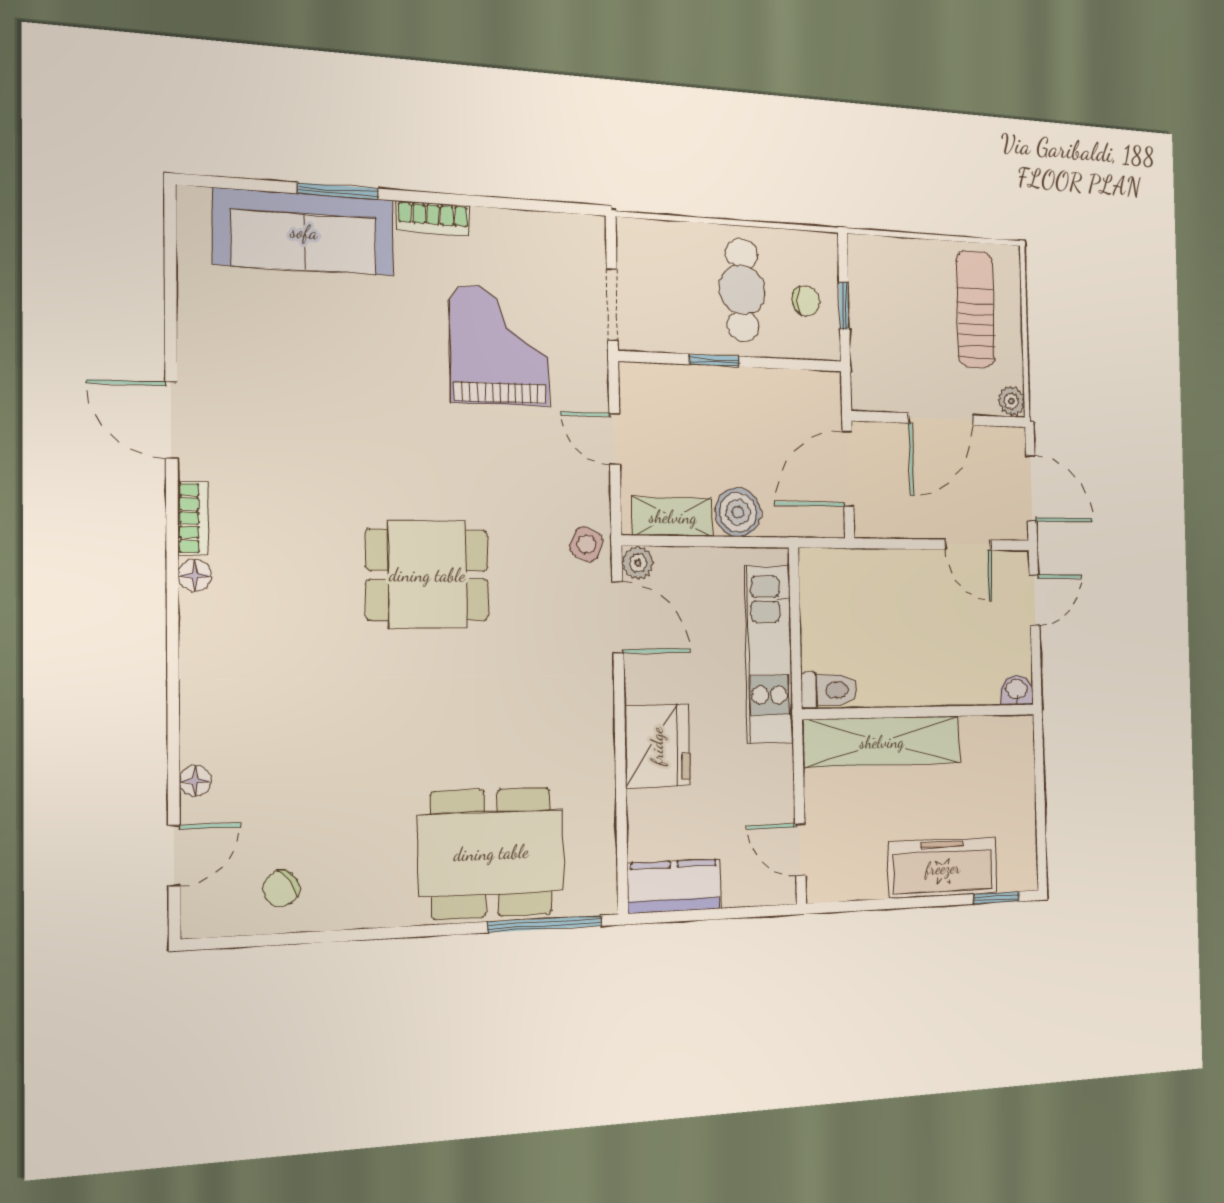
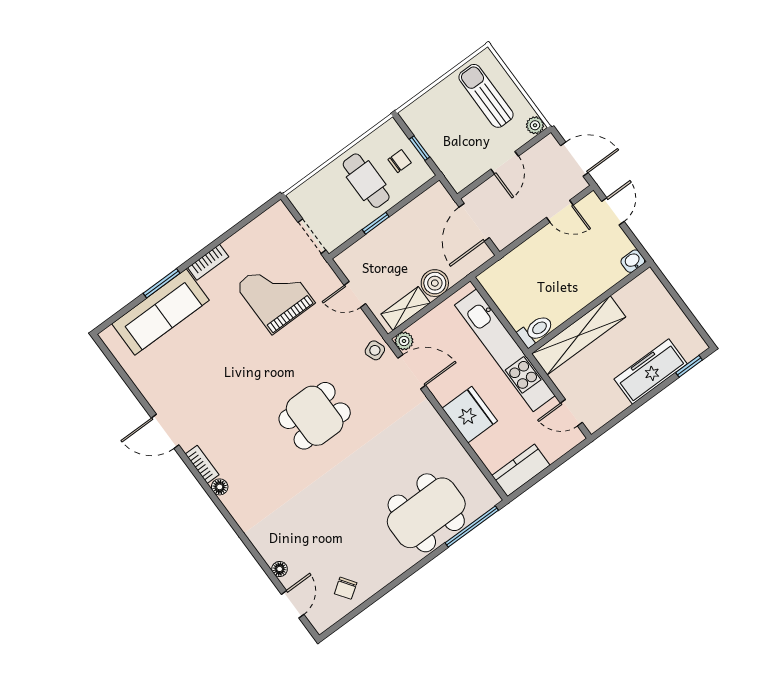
door: (941, 419) -> (505, 163), width x0.73
side table: (587, 544) -> (375, 350), turned 45
kitchen unit: (769, 654) -> (505, 350), width x1.36

